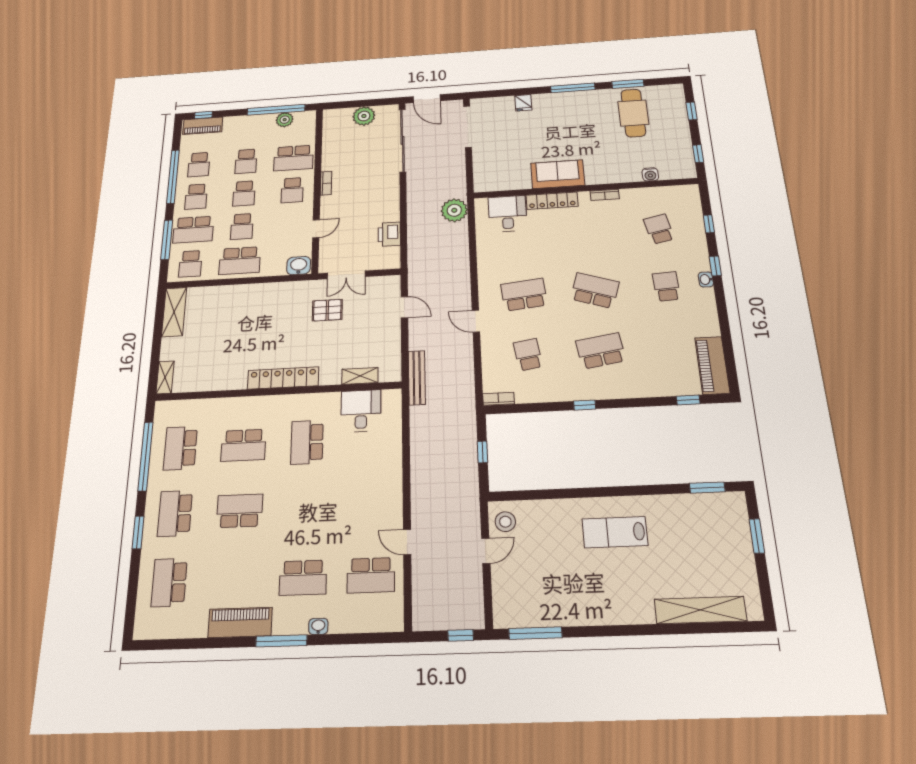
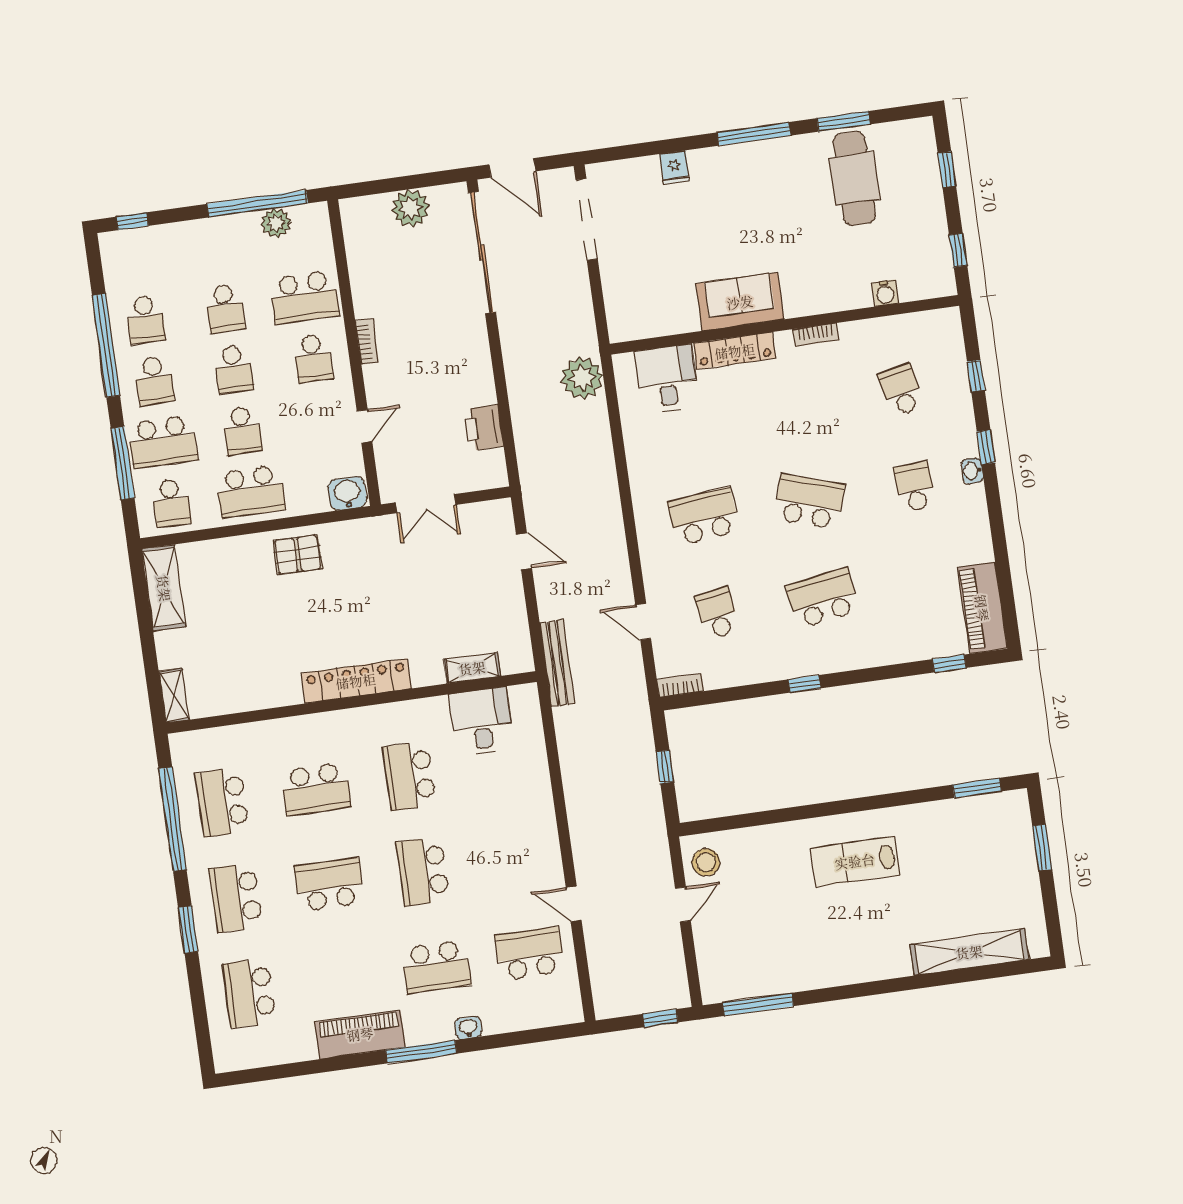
piano: (203, 126) -> (136, 243), removed
pallet: (327, 310) -> (298, 555), moved
door: (476, 321) -> (643, 622), moved
school desk: (305, 508) -> (423, 871), added
school desk: (371, 575) -> (530, 954), turned 180

